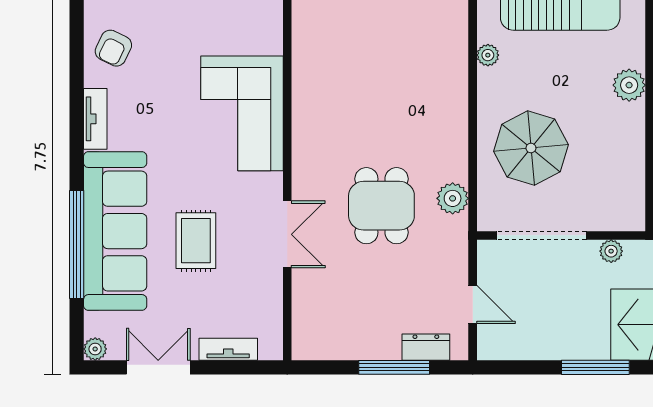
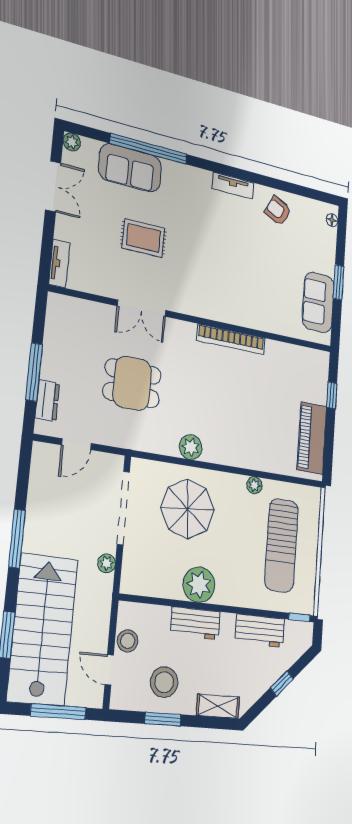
plant: (629, 85) -> (199, 585), moved, width x1.36, depth x1.36
bookcase: (303, 105) -> (231, 339), added
corner sofa: (242, 113) -> (229, 293), removed
plant: (453, 198) -> (191, 447), moved
dining table: (381, 206) -> (132, 383), moved
sofa: (115, 231) -> (130, 168), width x0.54, depth x0.79
tv unit: (228, 349) -> (59, 264), moved

